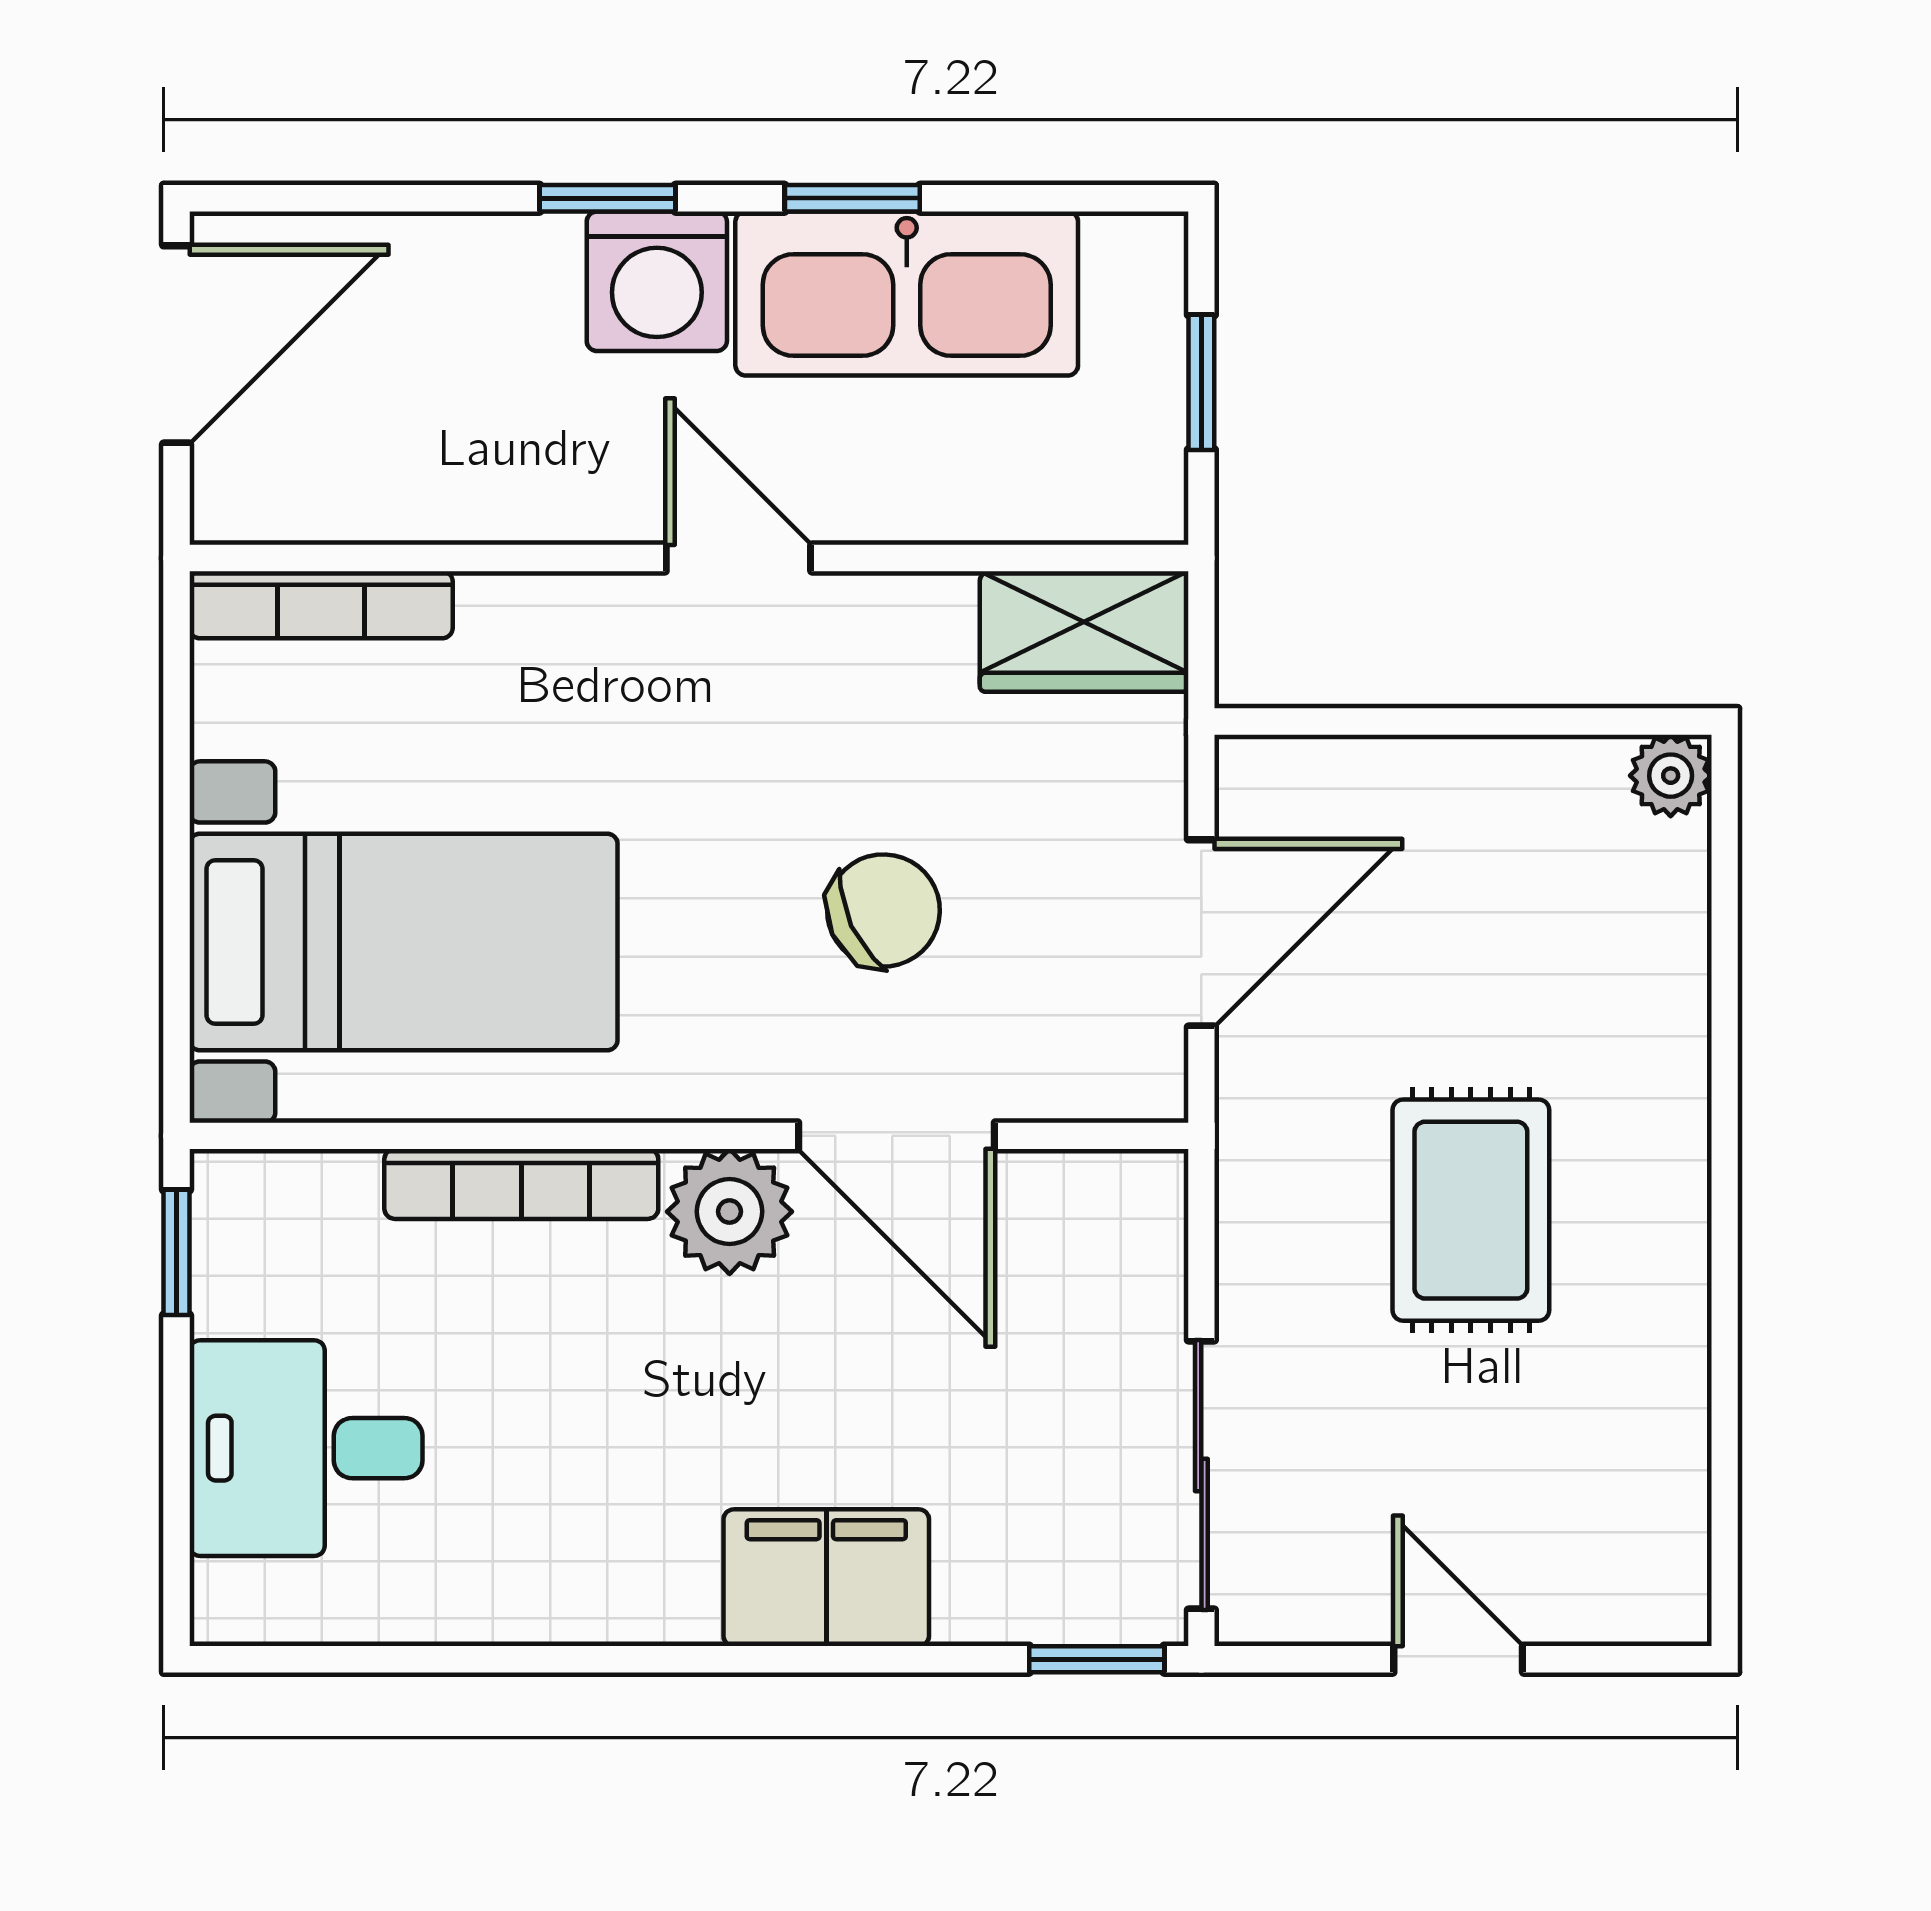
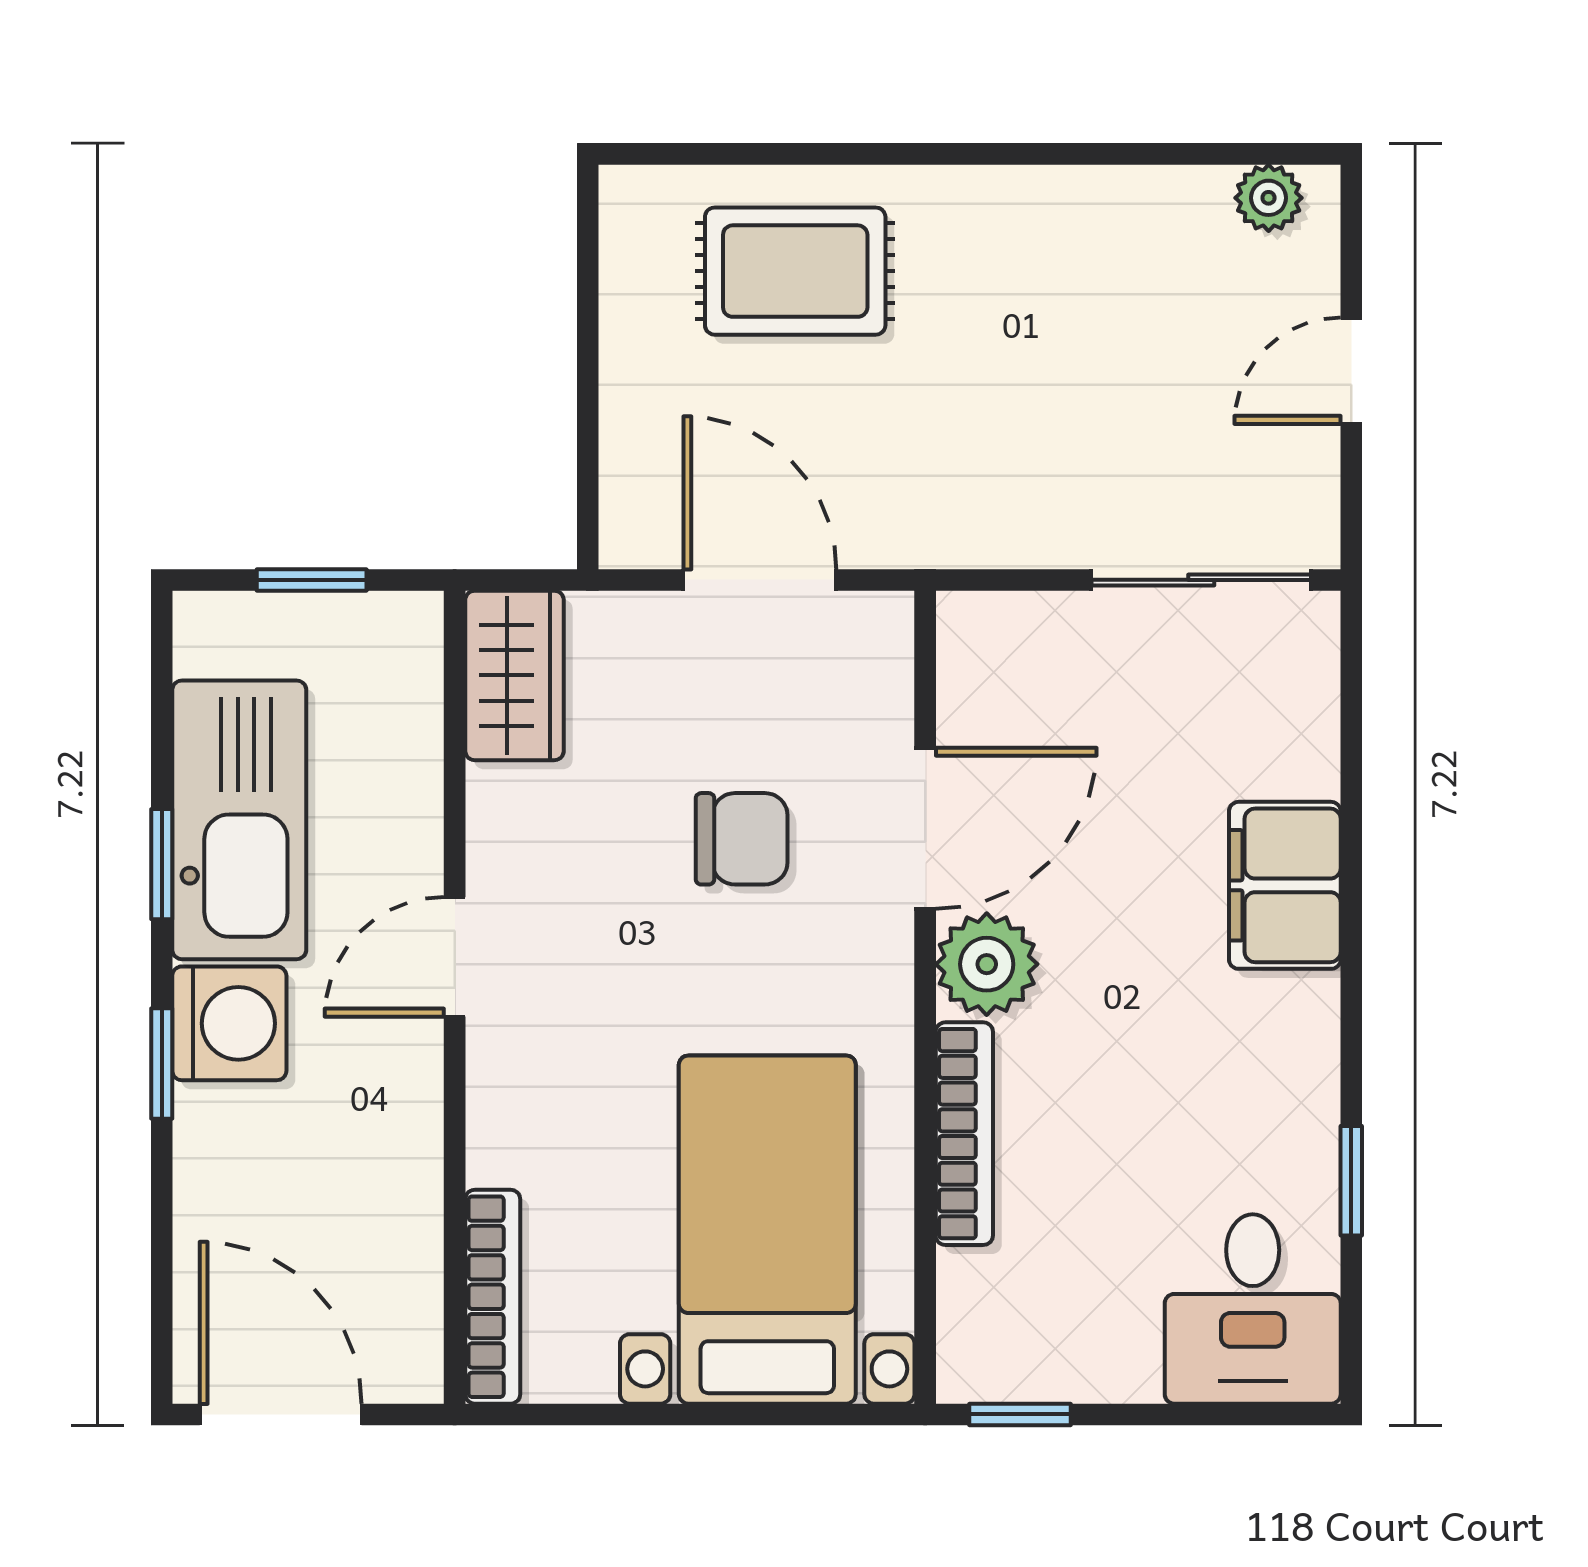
plant: (1671, 776) -> (1269, 198), moved
chair: (883, 910) -> (742, 839), turned 115
rug: (1471, 1210) -> (795, 271), moved
desk: (306, 1448) -> (1253, 1309), moved
window: (1097, 1659) -> (1351, 1181), moved

